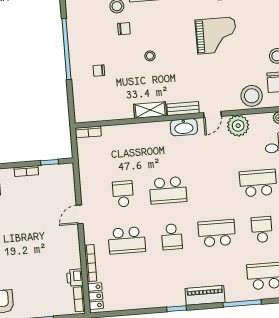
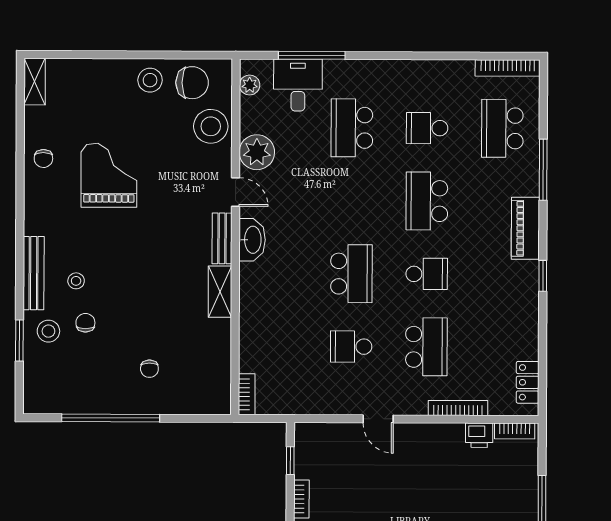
stool: (150, 56) -> (76, 281), moved
locker: (96, 296) -> (528, 382), moved, turned -90

